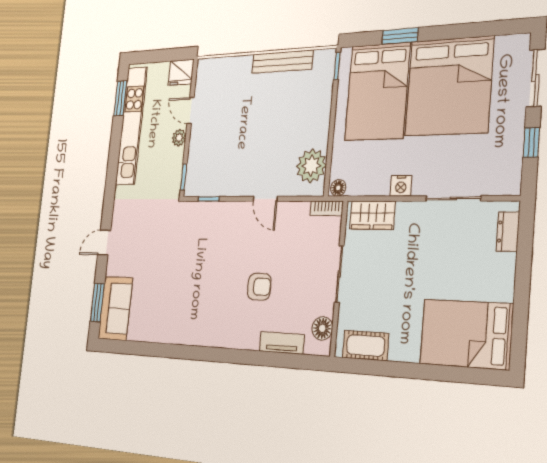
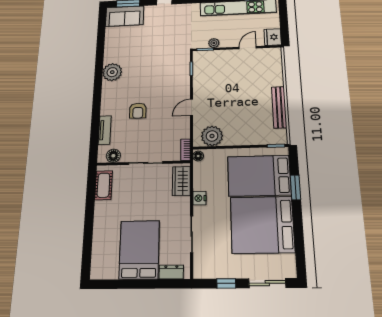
plant: (179, 138) -> (214, 43), moved
plant: (196, 330) -> (112, 72), added
bed: (466, 334) -> (139, 250), moved

